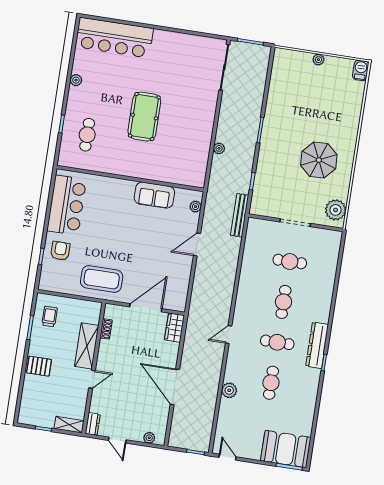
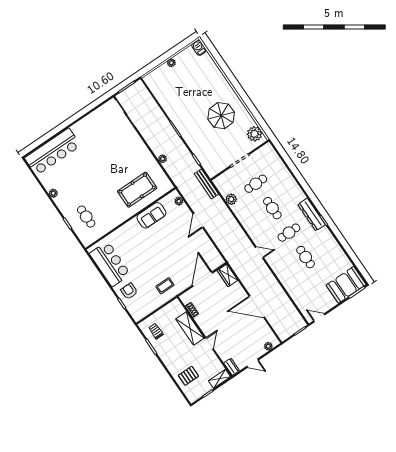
pool table: (144, 117) -> (137, 190), moved, turned 90
coffee table: (102, 279) -> (165, 286), width x0.54, depth x0.58
door: (229, 335) -> (259, 252), swing flipped
pallet: (39, 366) -> (188, 376), moved
plant: (229, 390) -> (231, 199), moved

